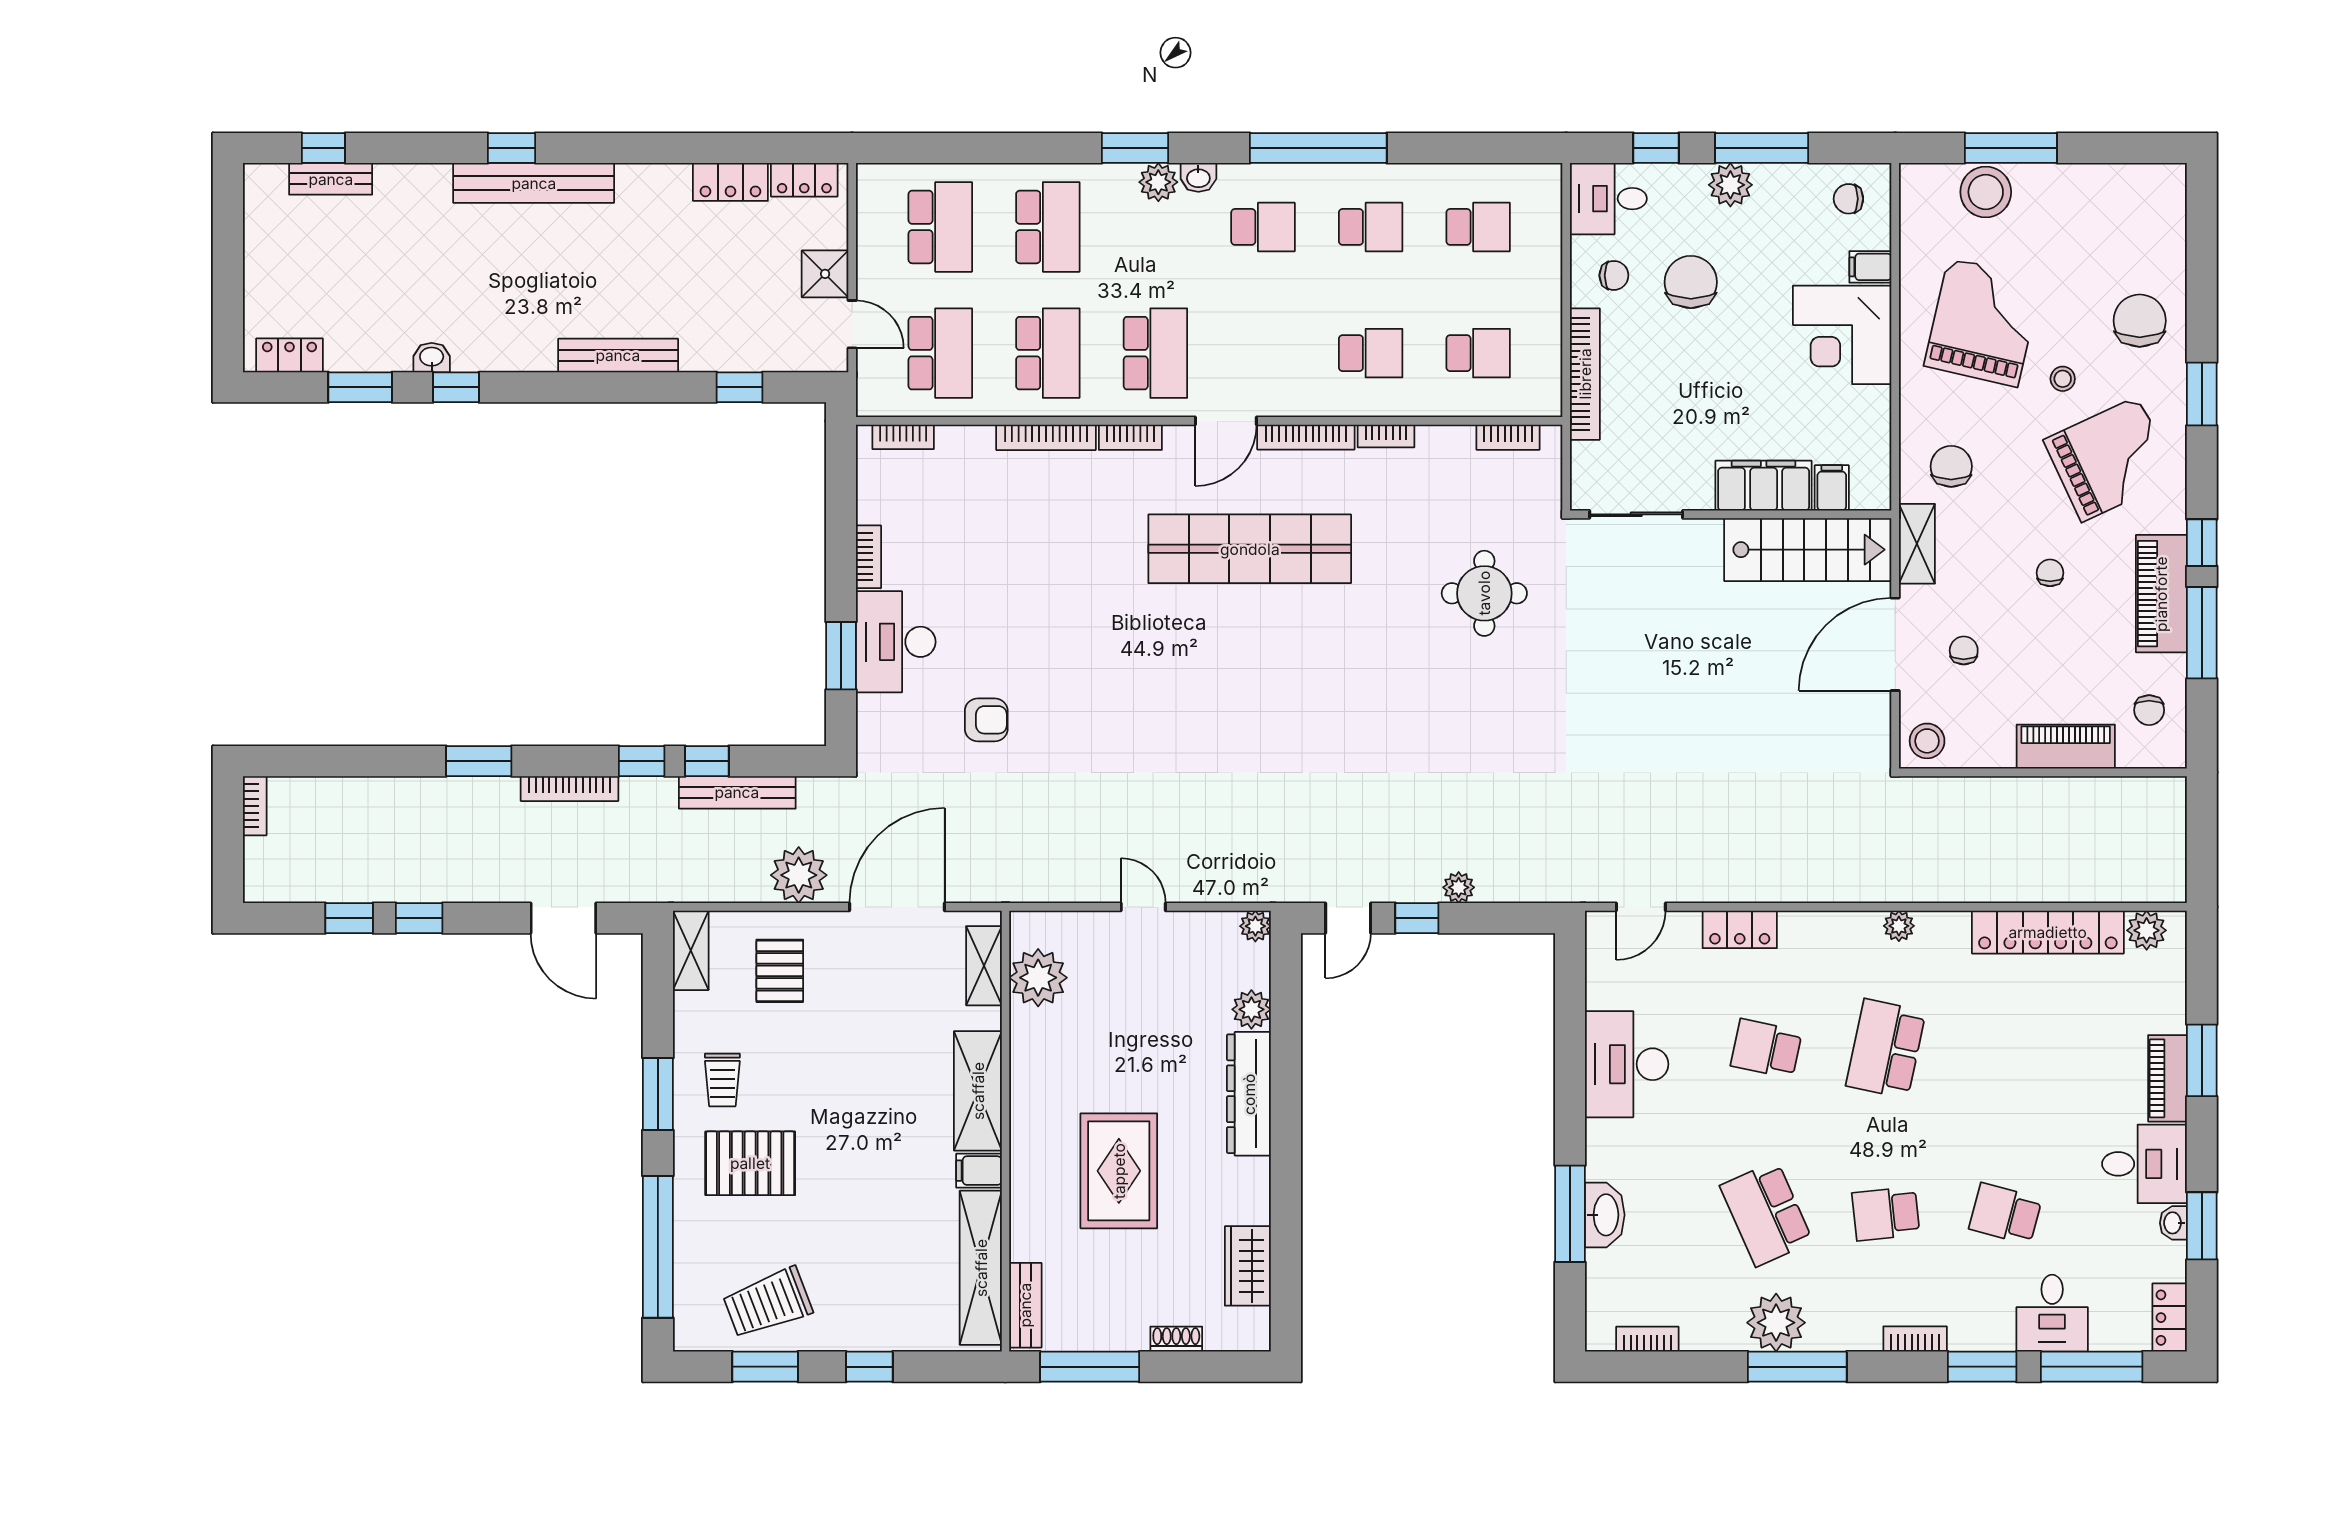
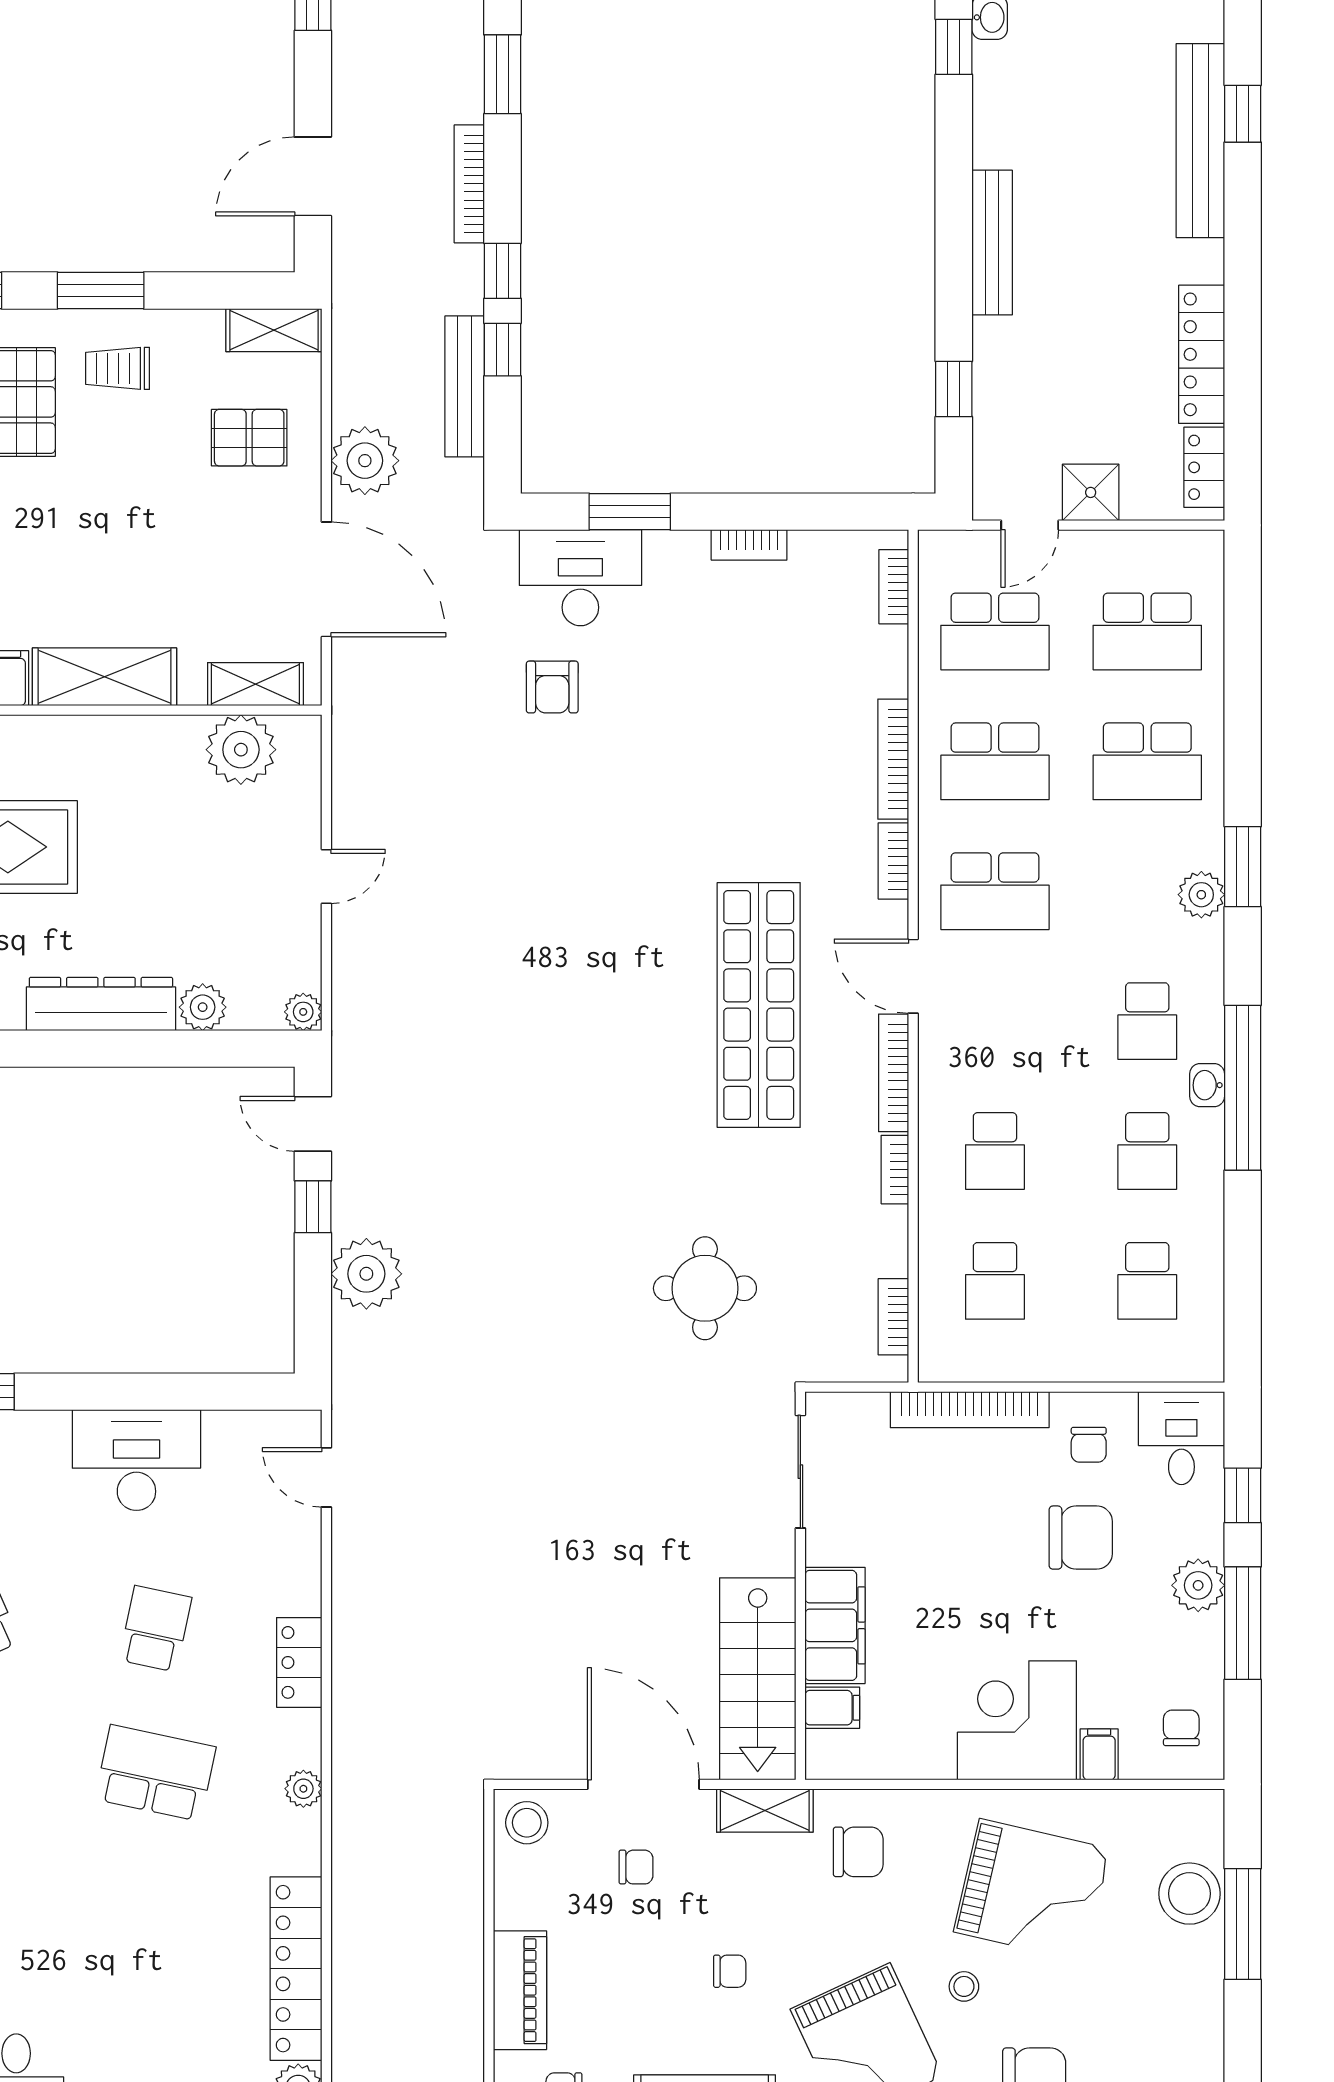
washbasin: (1198, 177) -> (1207, 1085), moved
locker: (730, 182) -> (1202, 354), width x1.53
desk: (896, 642) -> (580, 578), moved
plant: (1459, 887) -> (366, 1274), width x1.87, depth x1.87
locker: (1740, 929) -> (299, 1662), moved

